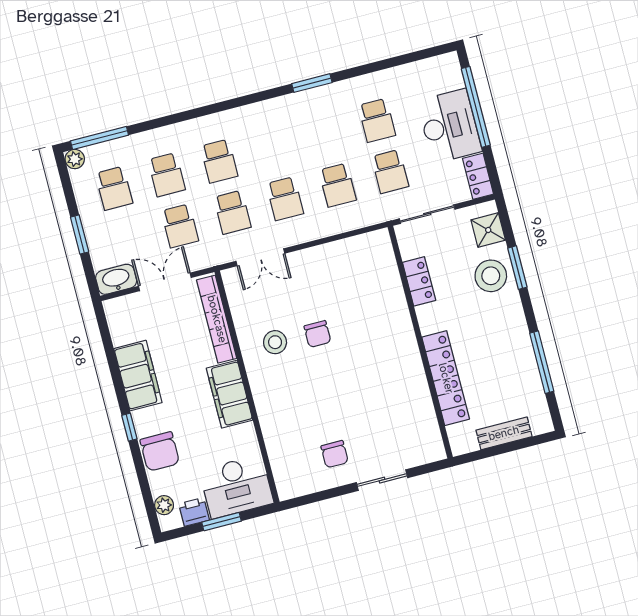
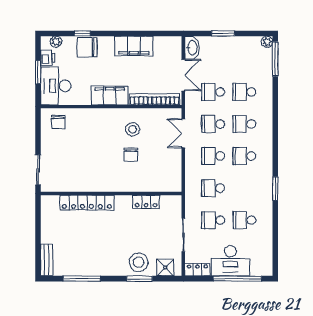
school desk: (114, 188) -> (244, 156), moved
locker: (419, 281) -> (146, 202), moved
chair: (317, 334) -> (131, 155), turned -90
wall: (420, 342) -> (111, 193), moved
locker: (446, 378) -> (87, 203), moved
window: (129, 427) -> (82, 33), moved
bench: (504, 433) -> (47, 260), moved
chair: (335, 454) -> (58, 122), moved, turned -90

